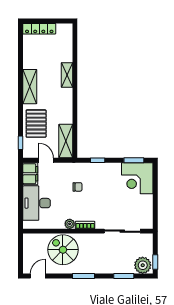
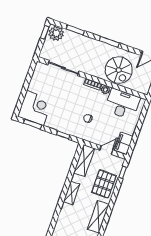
shelving: (67, 75) -> (72, 193), moved
door: (46, 160) -> (106, 150), swing flipped
desk: (37, 203) -> (122, 104), moved, turned -90

